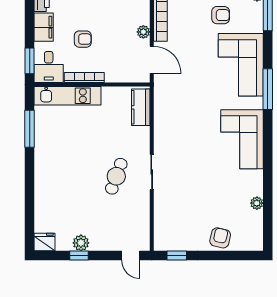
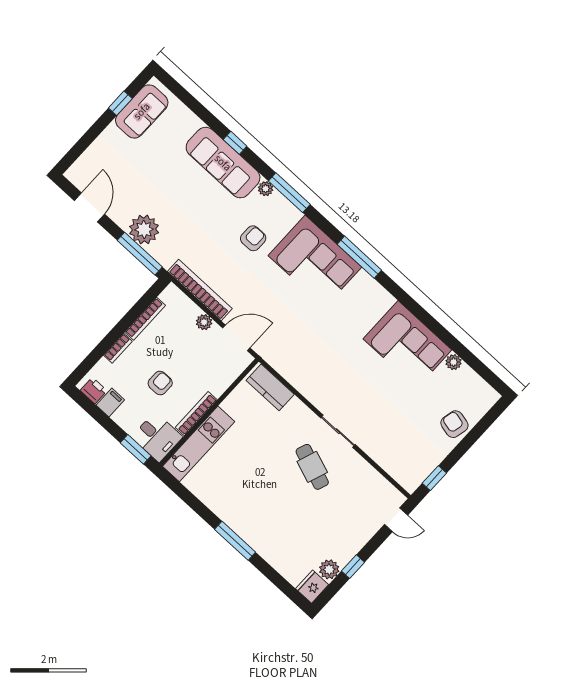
filing cabinet: (44, 27) -> (110, 402), width x0.50
window: (30, 129) -> (235, 541), moved
corner sofa: (242, 139) -> (407, 344), moved
plant: (81, 243) -> (329, 569), moved

